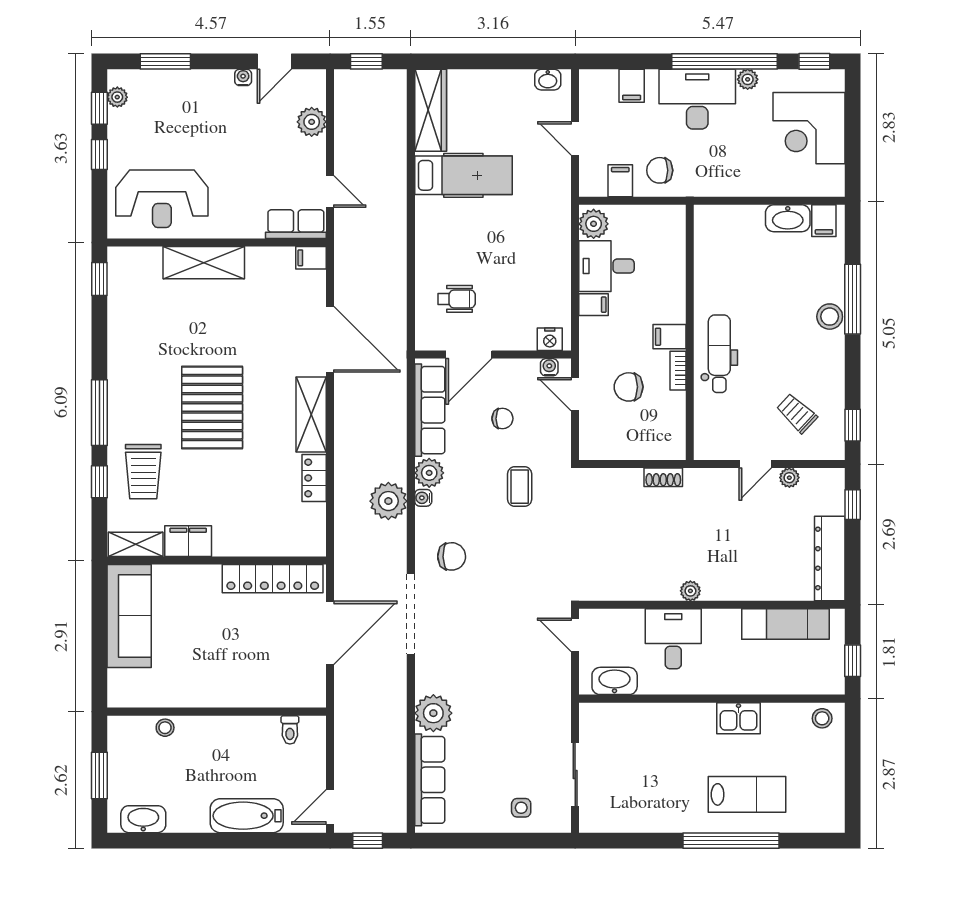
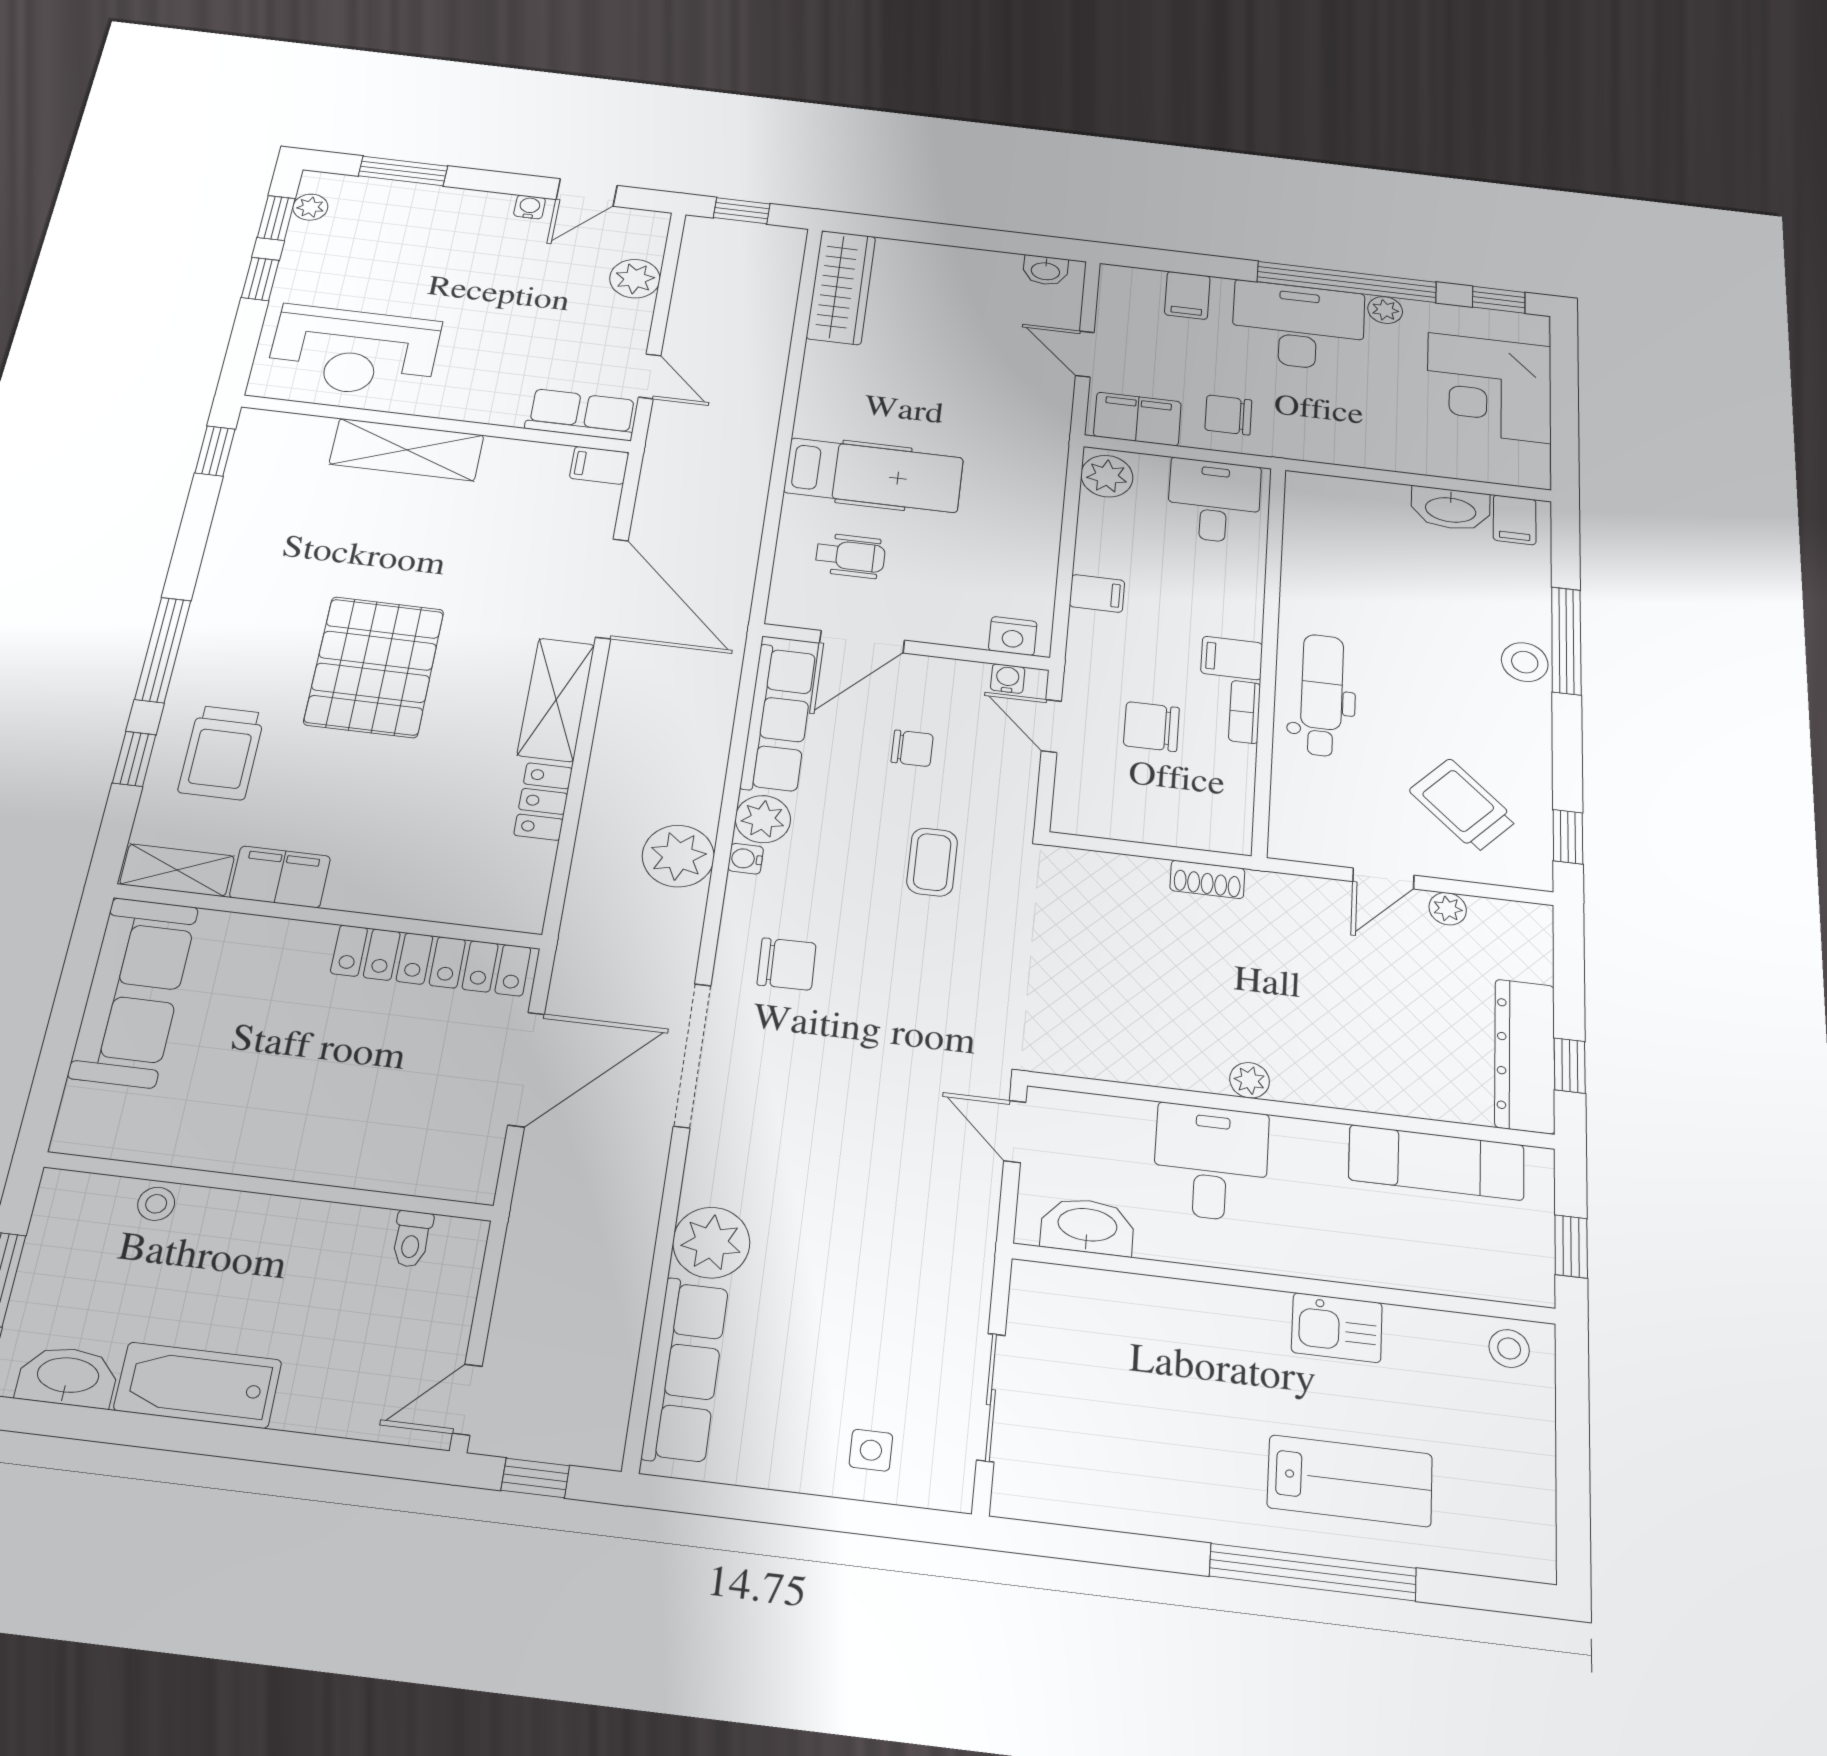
hospital bed: (463, 175) -> (874, 475), moved
filing cabinet: (620, 181) -> (1137, 419), width x2.00
desk: (606, 266) -> (1214, 501), moved, turned 90
trolley: (797, 413) -> (1463, 805), width x1.36, depth x1.39
window: (853, 505) -> (1570, 1066), moved
bathtub: (247, 816) -> (198, 1385), moved

